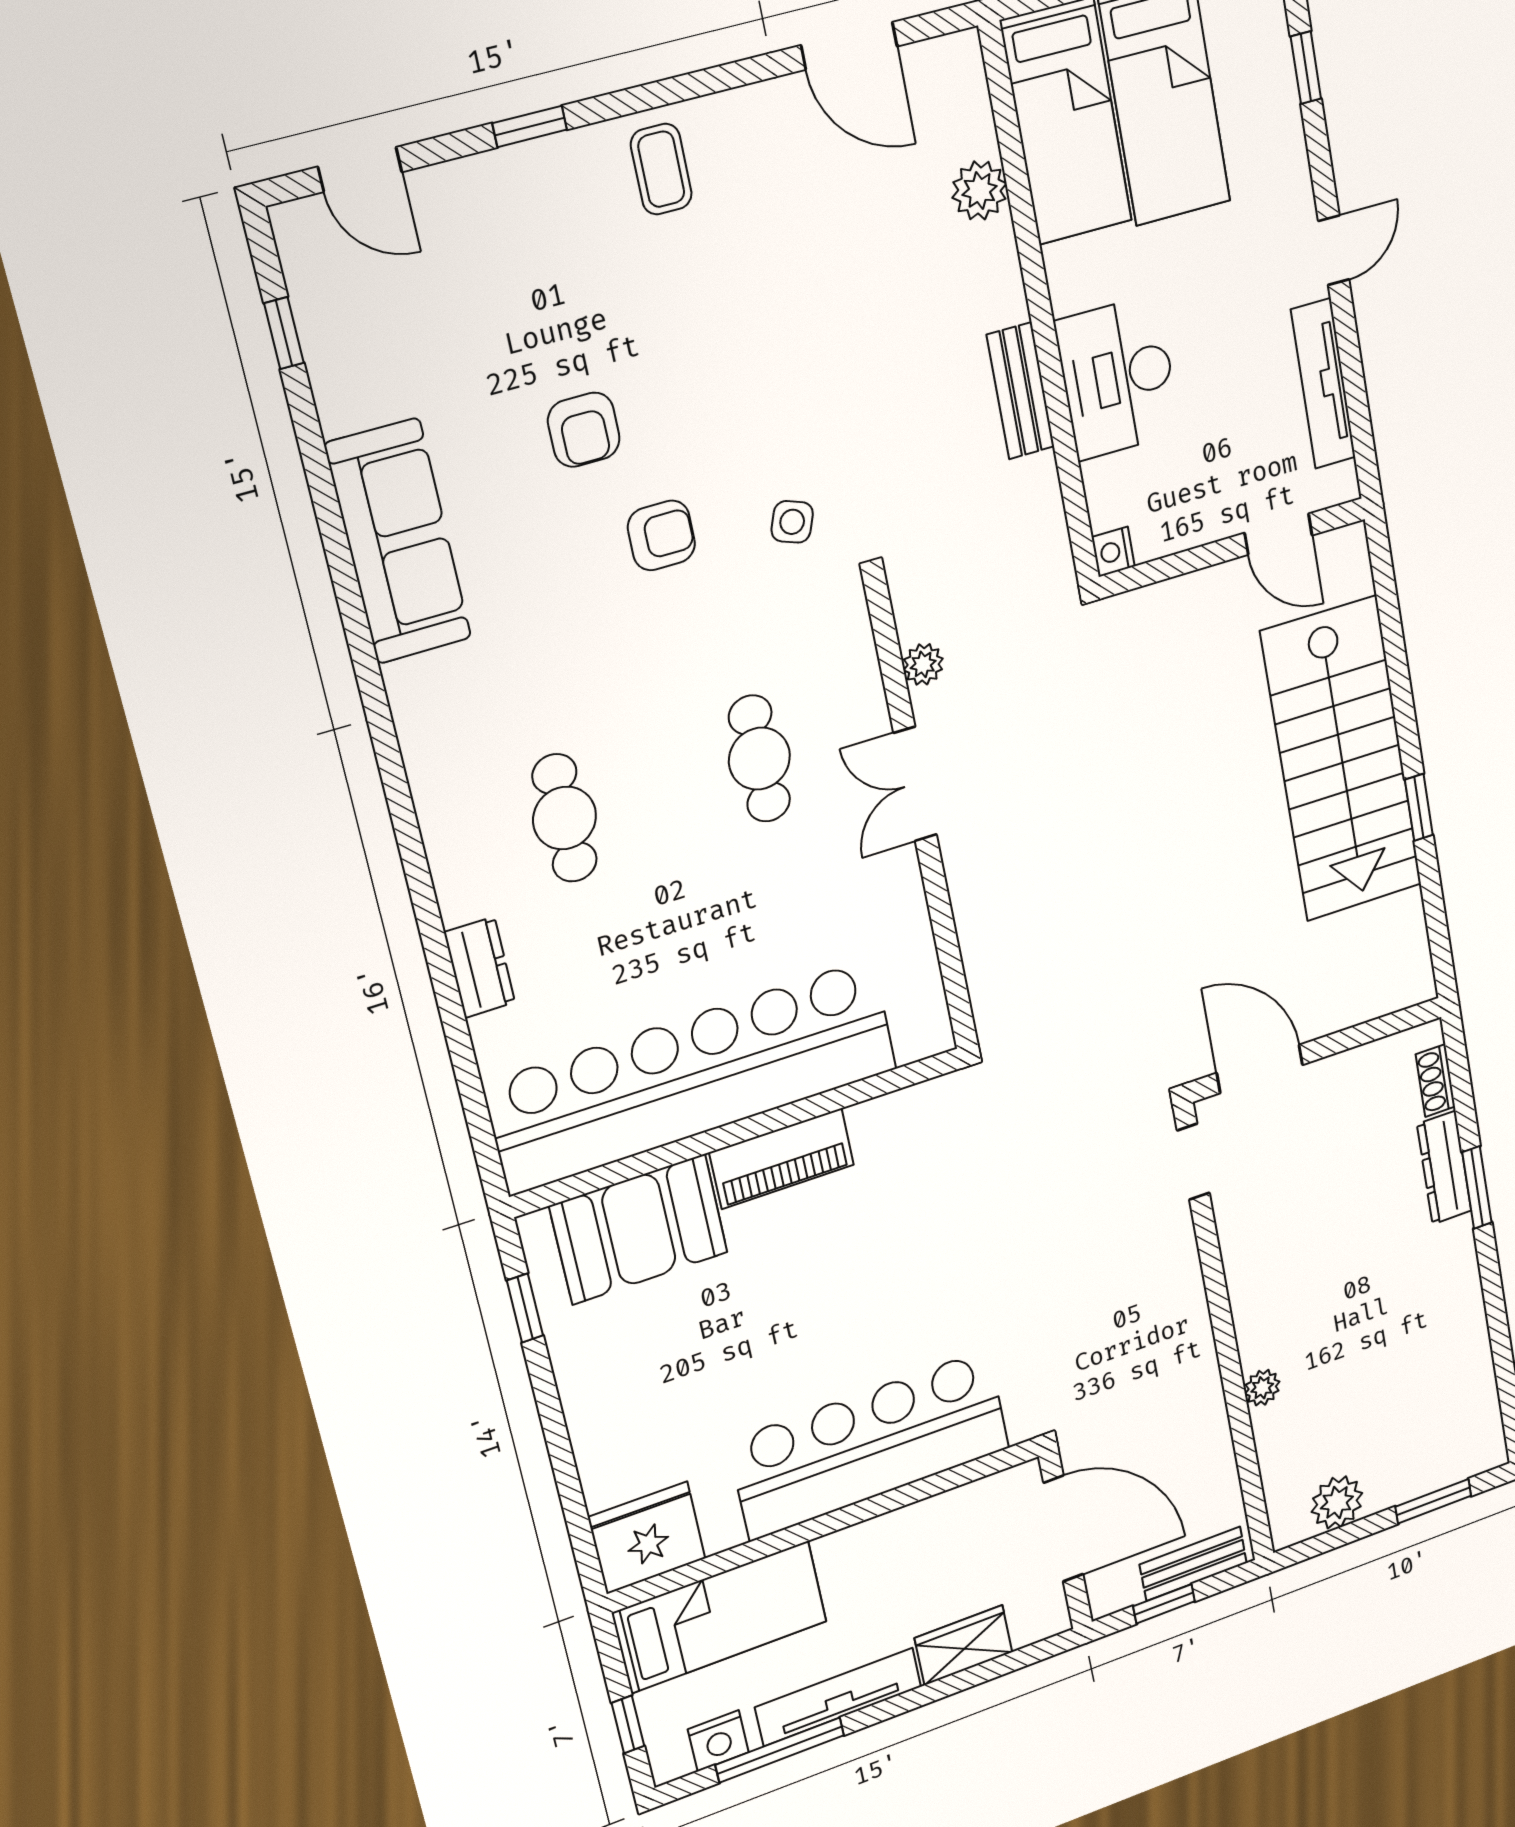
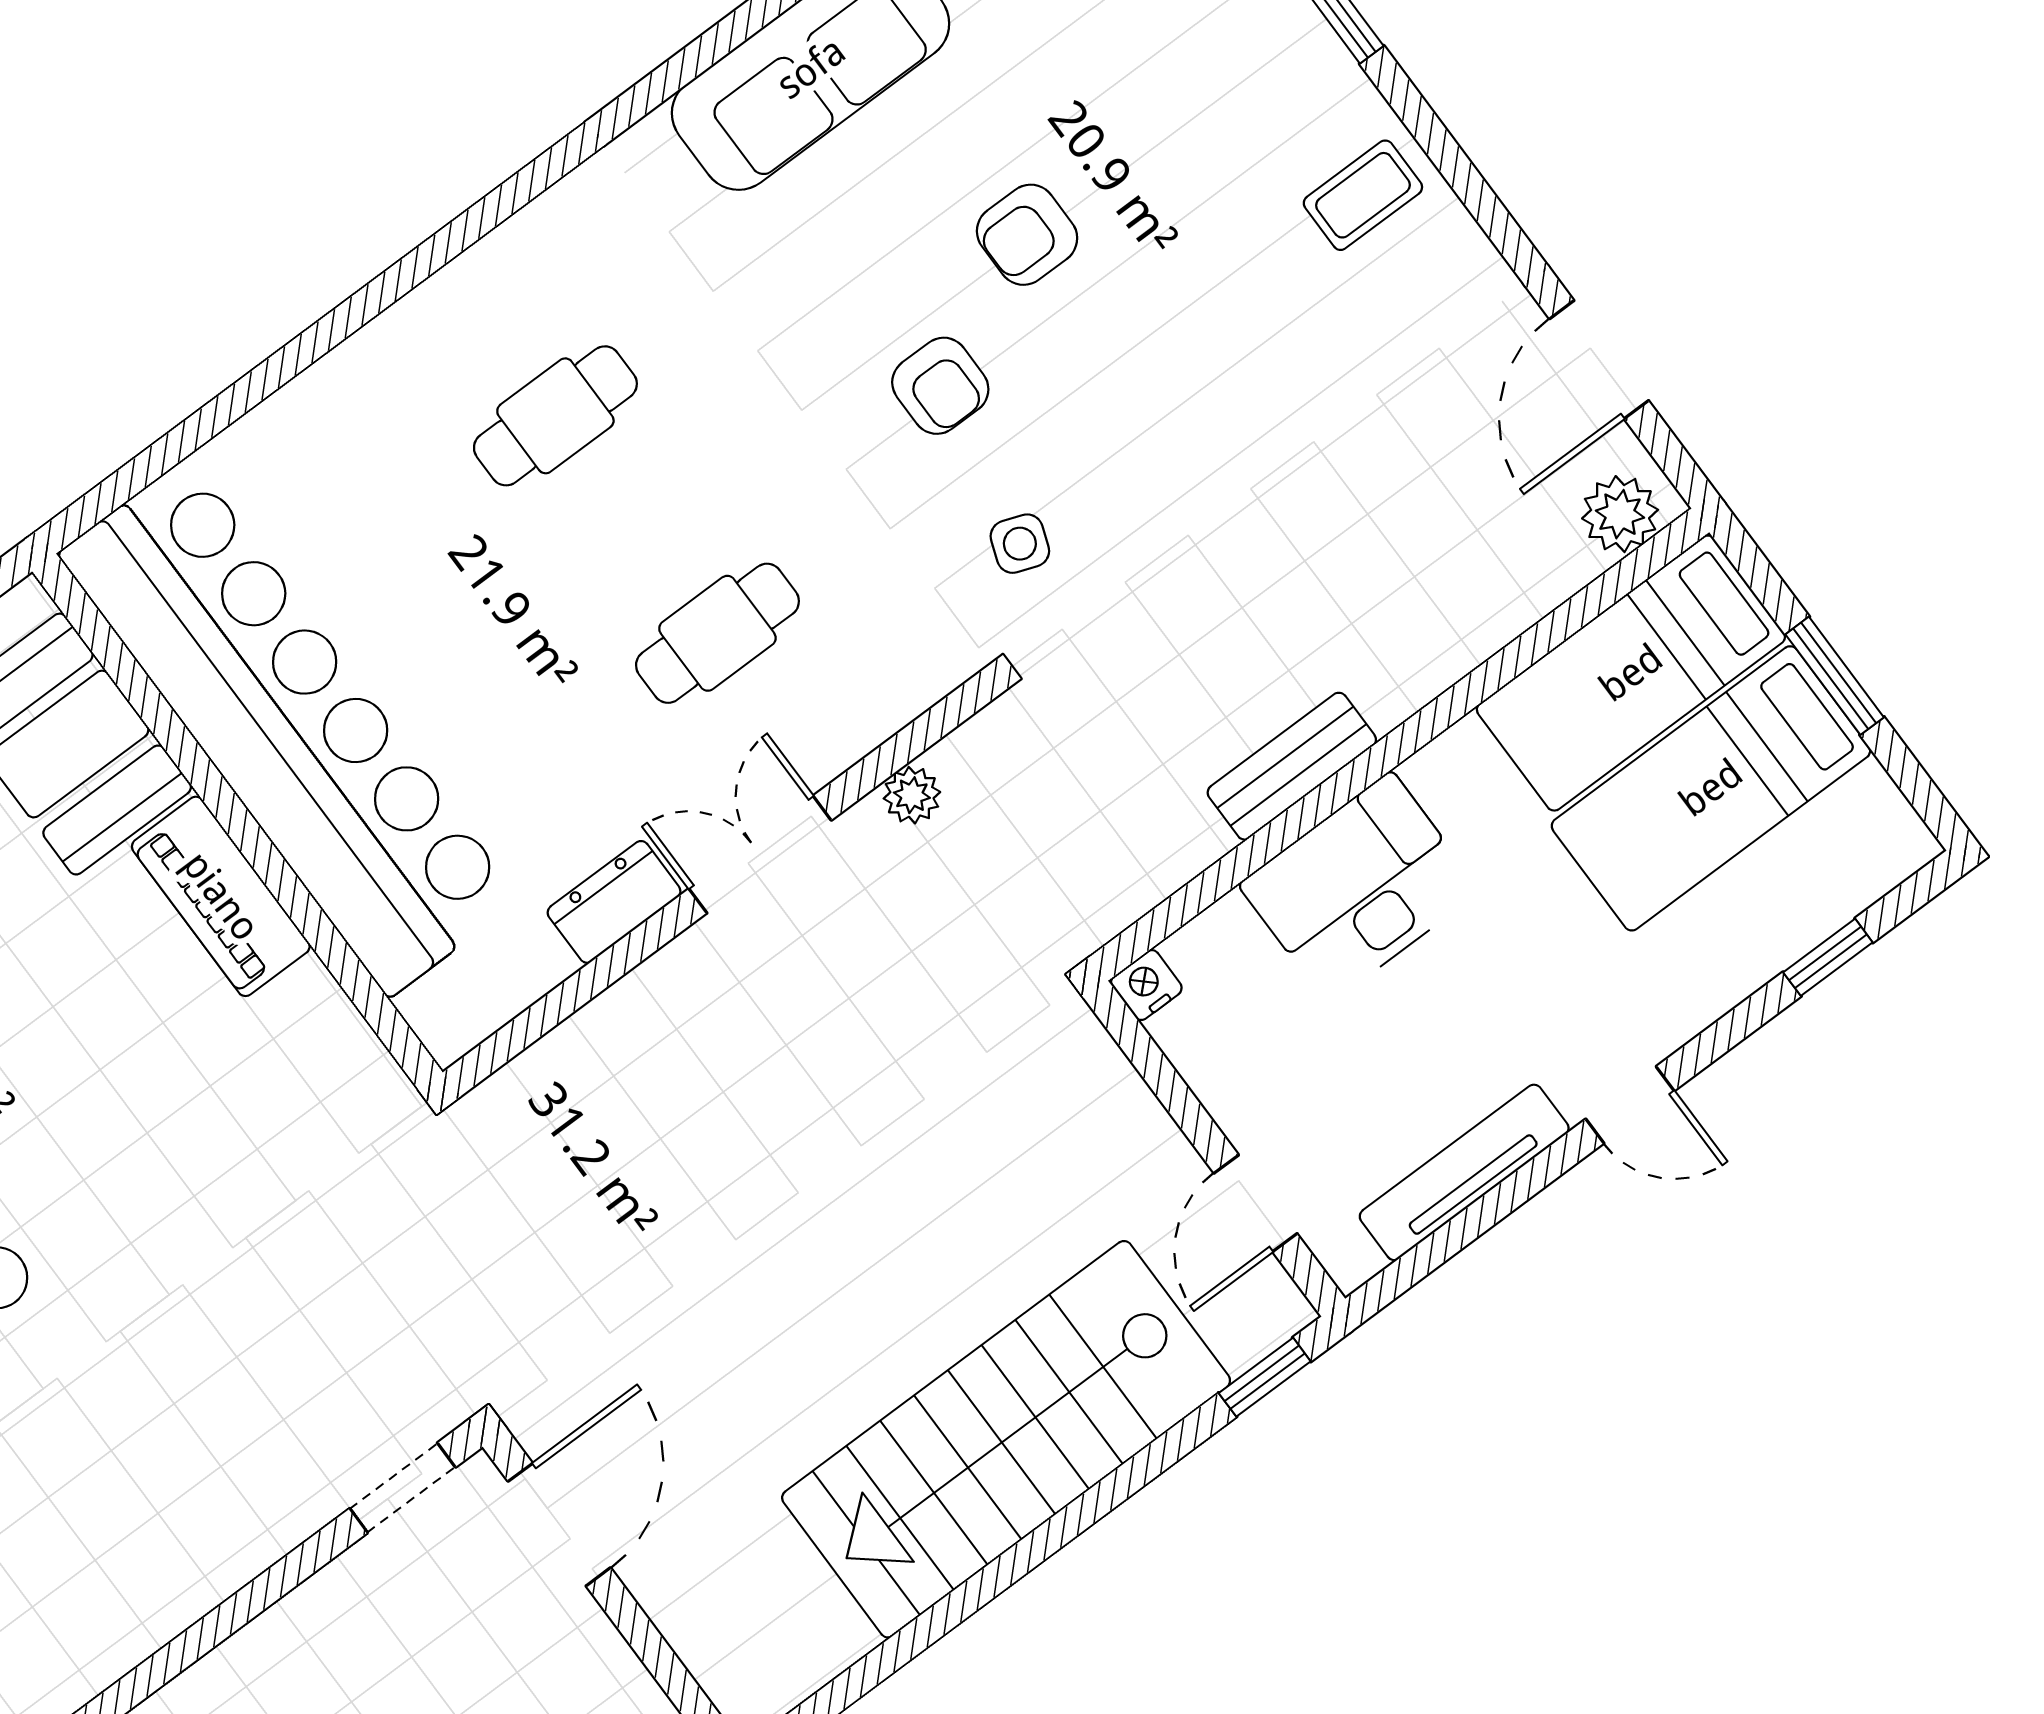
plant: (979, 190) -> (1620, 514), moved
window: (1419, 807) -> (1265, 1377), moved
dresser: (480, 967) -> (614, 902), moved, turned 180

